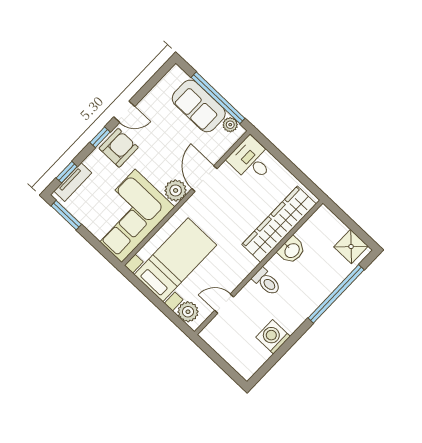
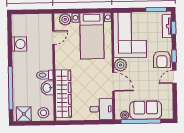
stool: (326, 225) -> (43, 113), added
toilet: (267, 282) -> (45, 75), moved

